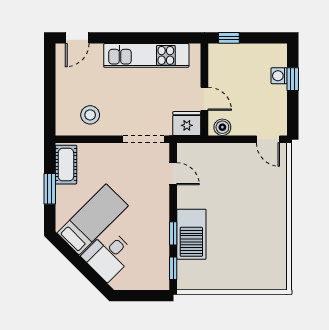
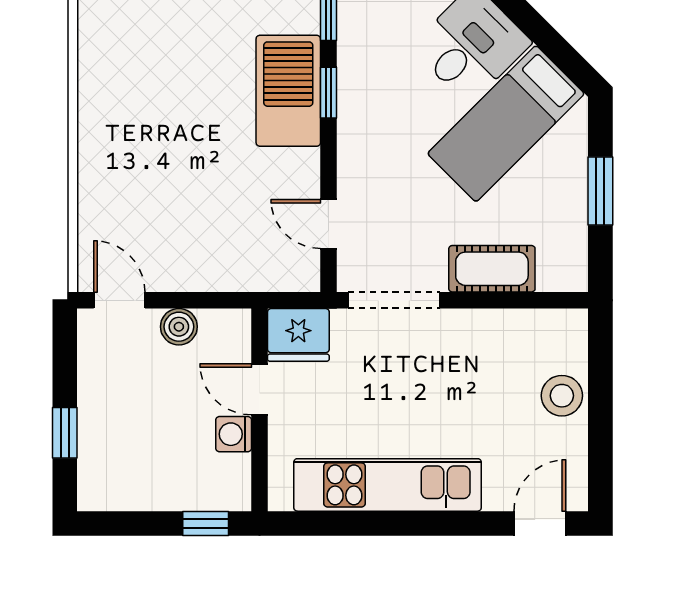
washing machine: (279, 76) -> (234, 434), moved, turned 180
stool: (90, 115) -> (562, 396), moved
boiler: (222, 127) -> (179, 327), moved
cot: (66, 165) -> (492, 269), moved, turned 90

